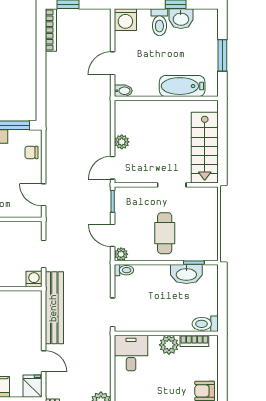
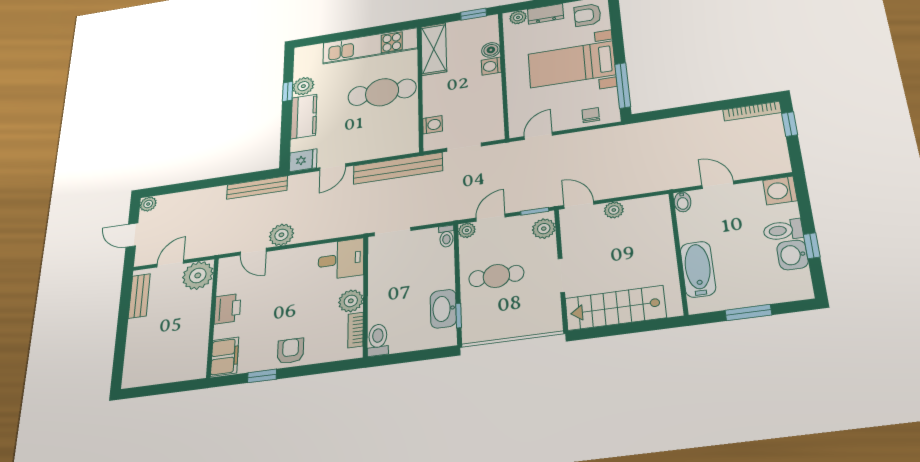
plant: (129, 195) -> (544, 229), added
washing machine: (34, 279) -> (433, 125), moved

